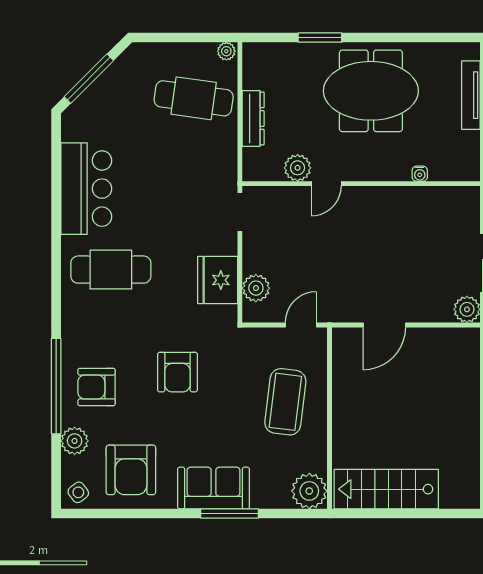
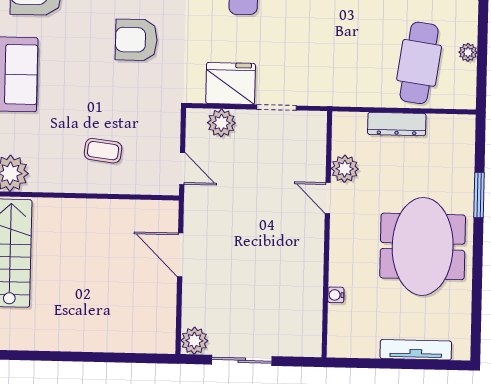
plant: (226, 51) -> (468, 52), moved
doorway: (240, 212) -> (277, 108), moved
coffee table: (285, 402) -> (103, 151), width x0.54, depth x0.58

